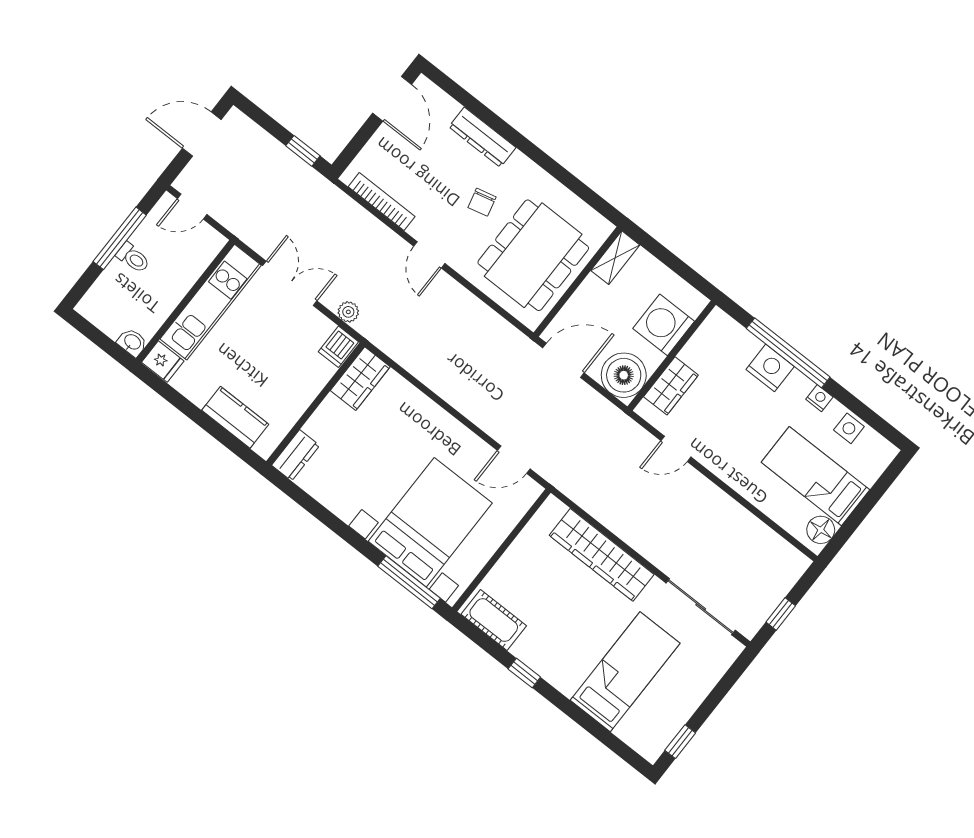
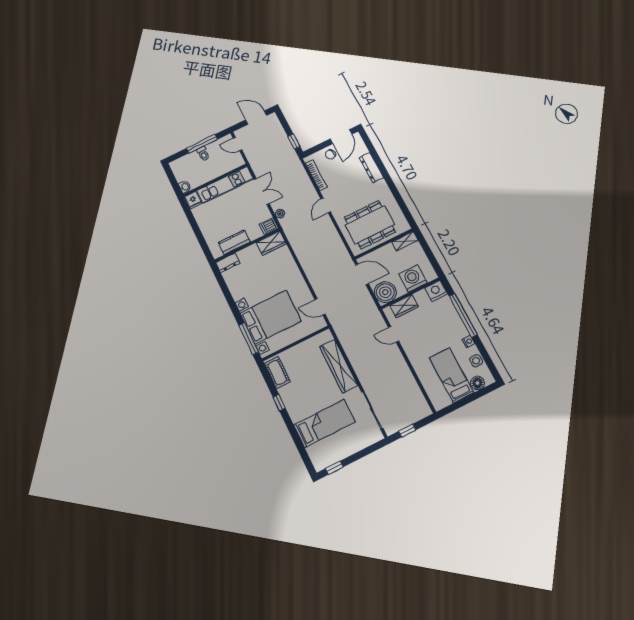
chair: (482, 202) -> (330, 154), moved
nightstand: (770, 368) -> (436, 291), moved, turned -90
kitchen counter: (235, 417) -> (234, 242), moved, turned -90
floor lamp: (821, 530) -> (477, 383), moved

